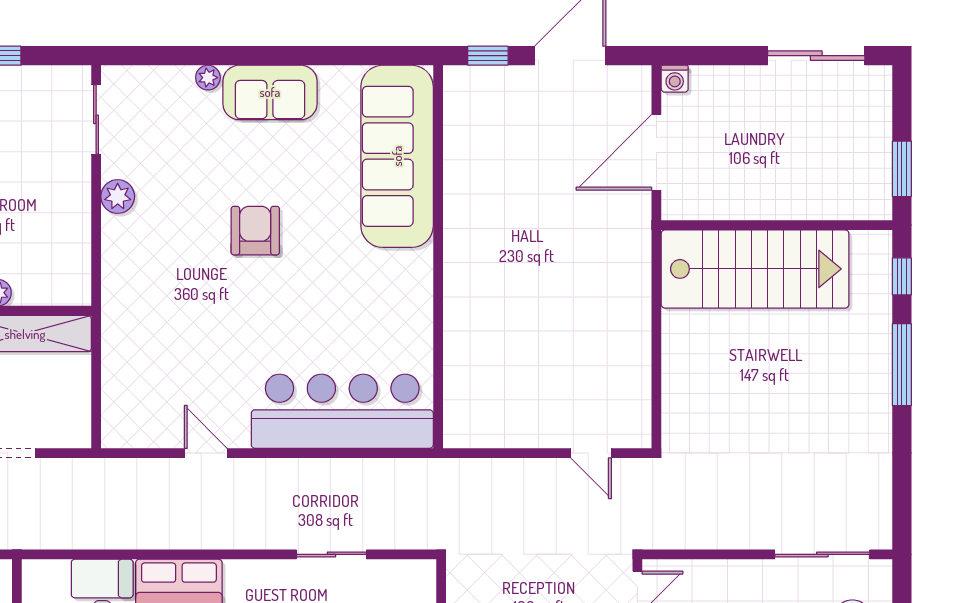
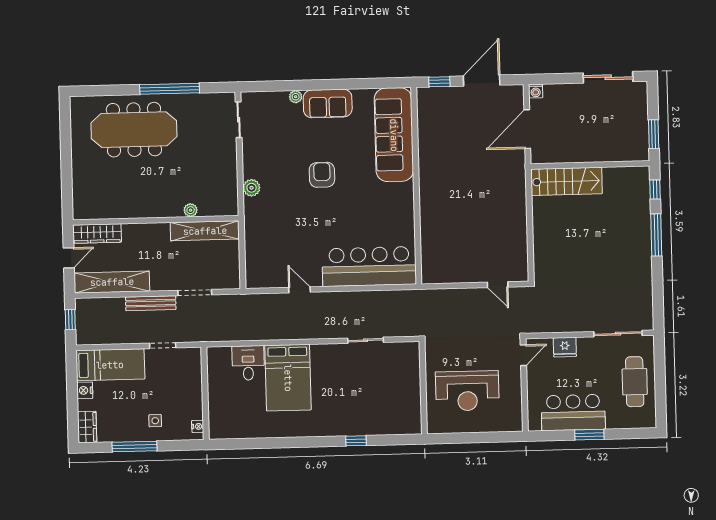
plant: (118, 197) -> (252, 188), moved
stairs: (755, 269) -> (566, 181), width x0.73, depth x0.66
fridge: (718, 578) -> (565, 347), added

